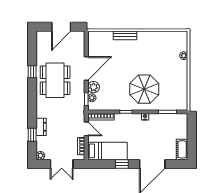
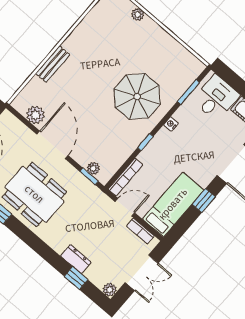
plant: (94, 87) -> (35, 115), moved
desk: (176, 127) -> (216, 98), added

